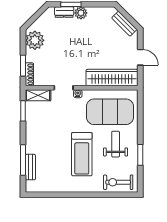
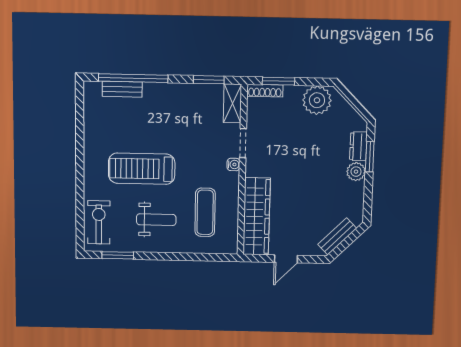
exercise mat: (110, 112) -> (205, 212), width x0.50, depth x0.69
window: (140, 155) -> (118, 255), moved
window: (23, 160) -> (133, 78), width x1.46

